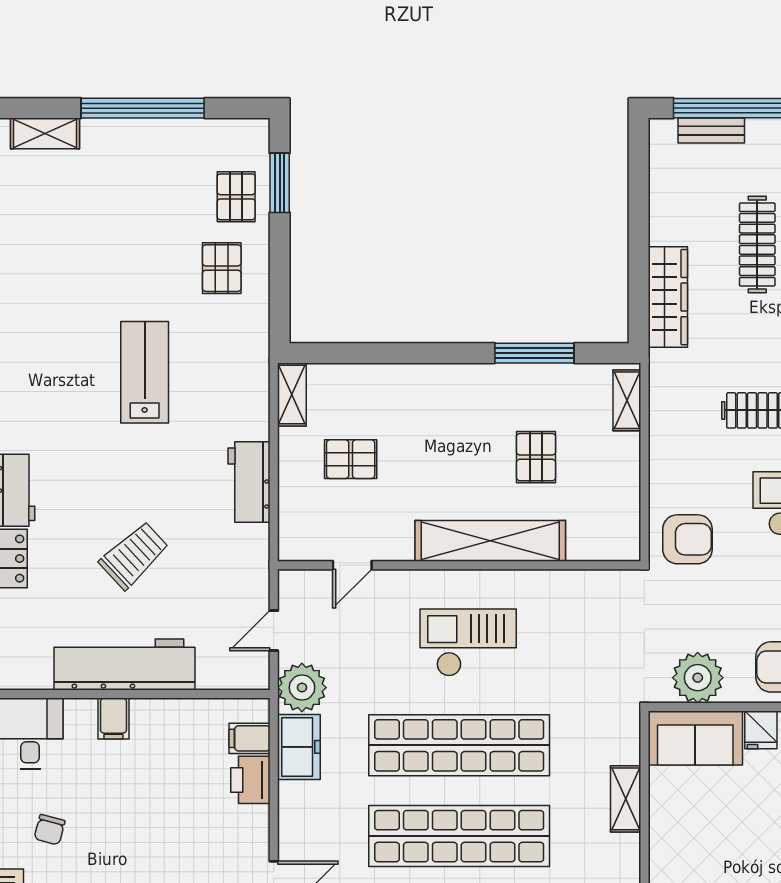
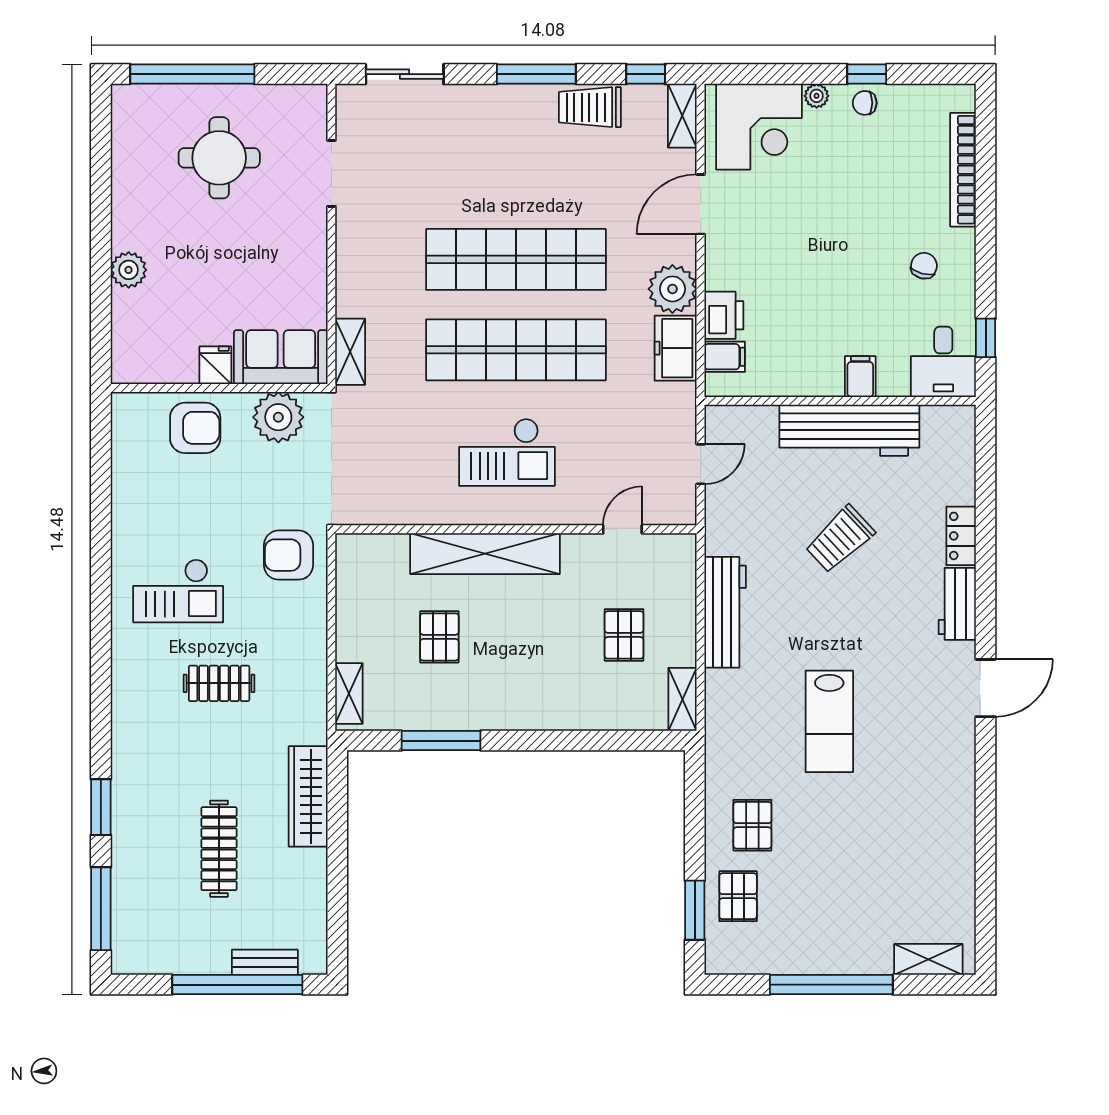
pallet: (351, 459) -> (624, 635), turned 90
workbench: (249, 482) -> (725, 612), width x1.38
plant: (302, 688) -> (672, 289), moved
shelving: (626, 799) -> (350, 352), moved

